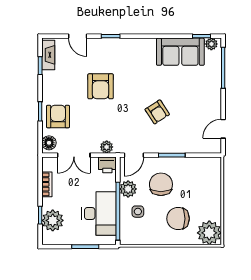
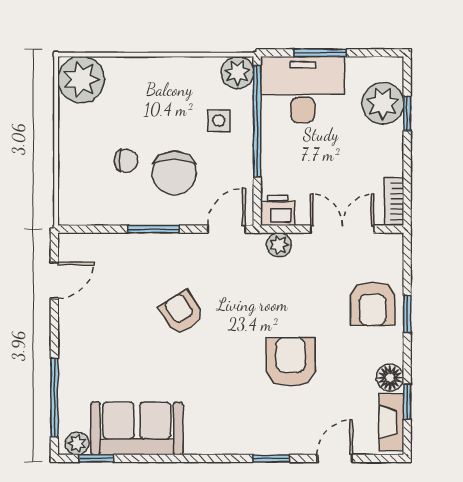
door: (78, 36) -> (335, 458), hinge flipped
floor lamp: (49, 143) -> (390, 378), moved
bookcase: (47, 184) -> (394, 202), moved
plant: (128, 189) -> (237, 73), moved
desk: (99, 213) -> (303, 89), moved, turned 90
chair: (178, 219) -> (126, 161), moved, width x0.54, depth x0.54

